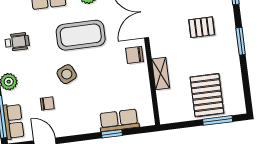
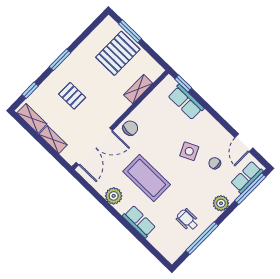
chair: (135, 55) -> (130, 128), turned -88
side table: (67, 74) -> (189, 151), moved
shelving: (161, 74) -> (138, 89), moved
window: (112, 134) -> (183, 83), moved

